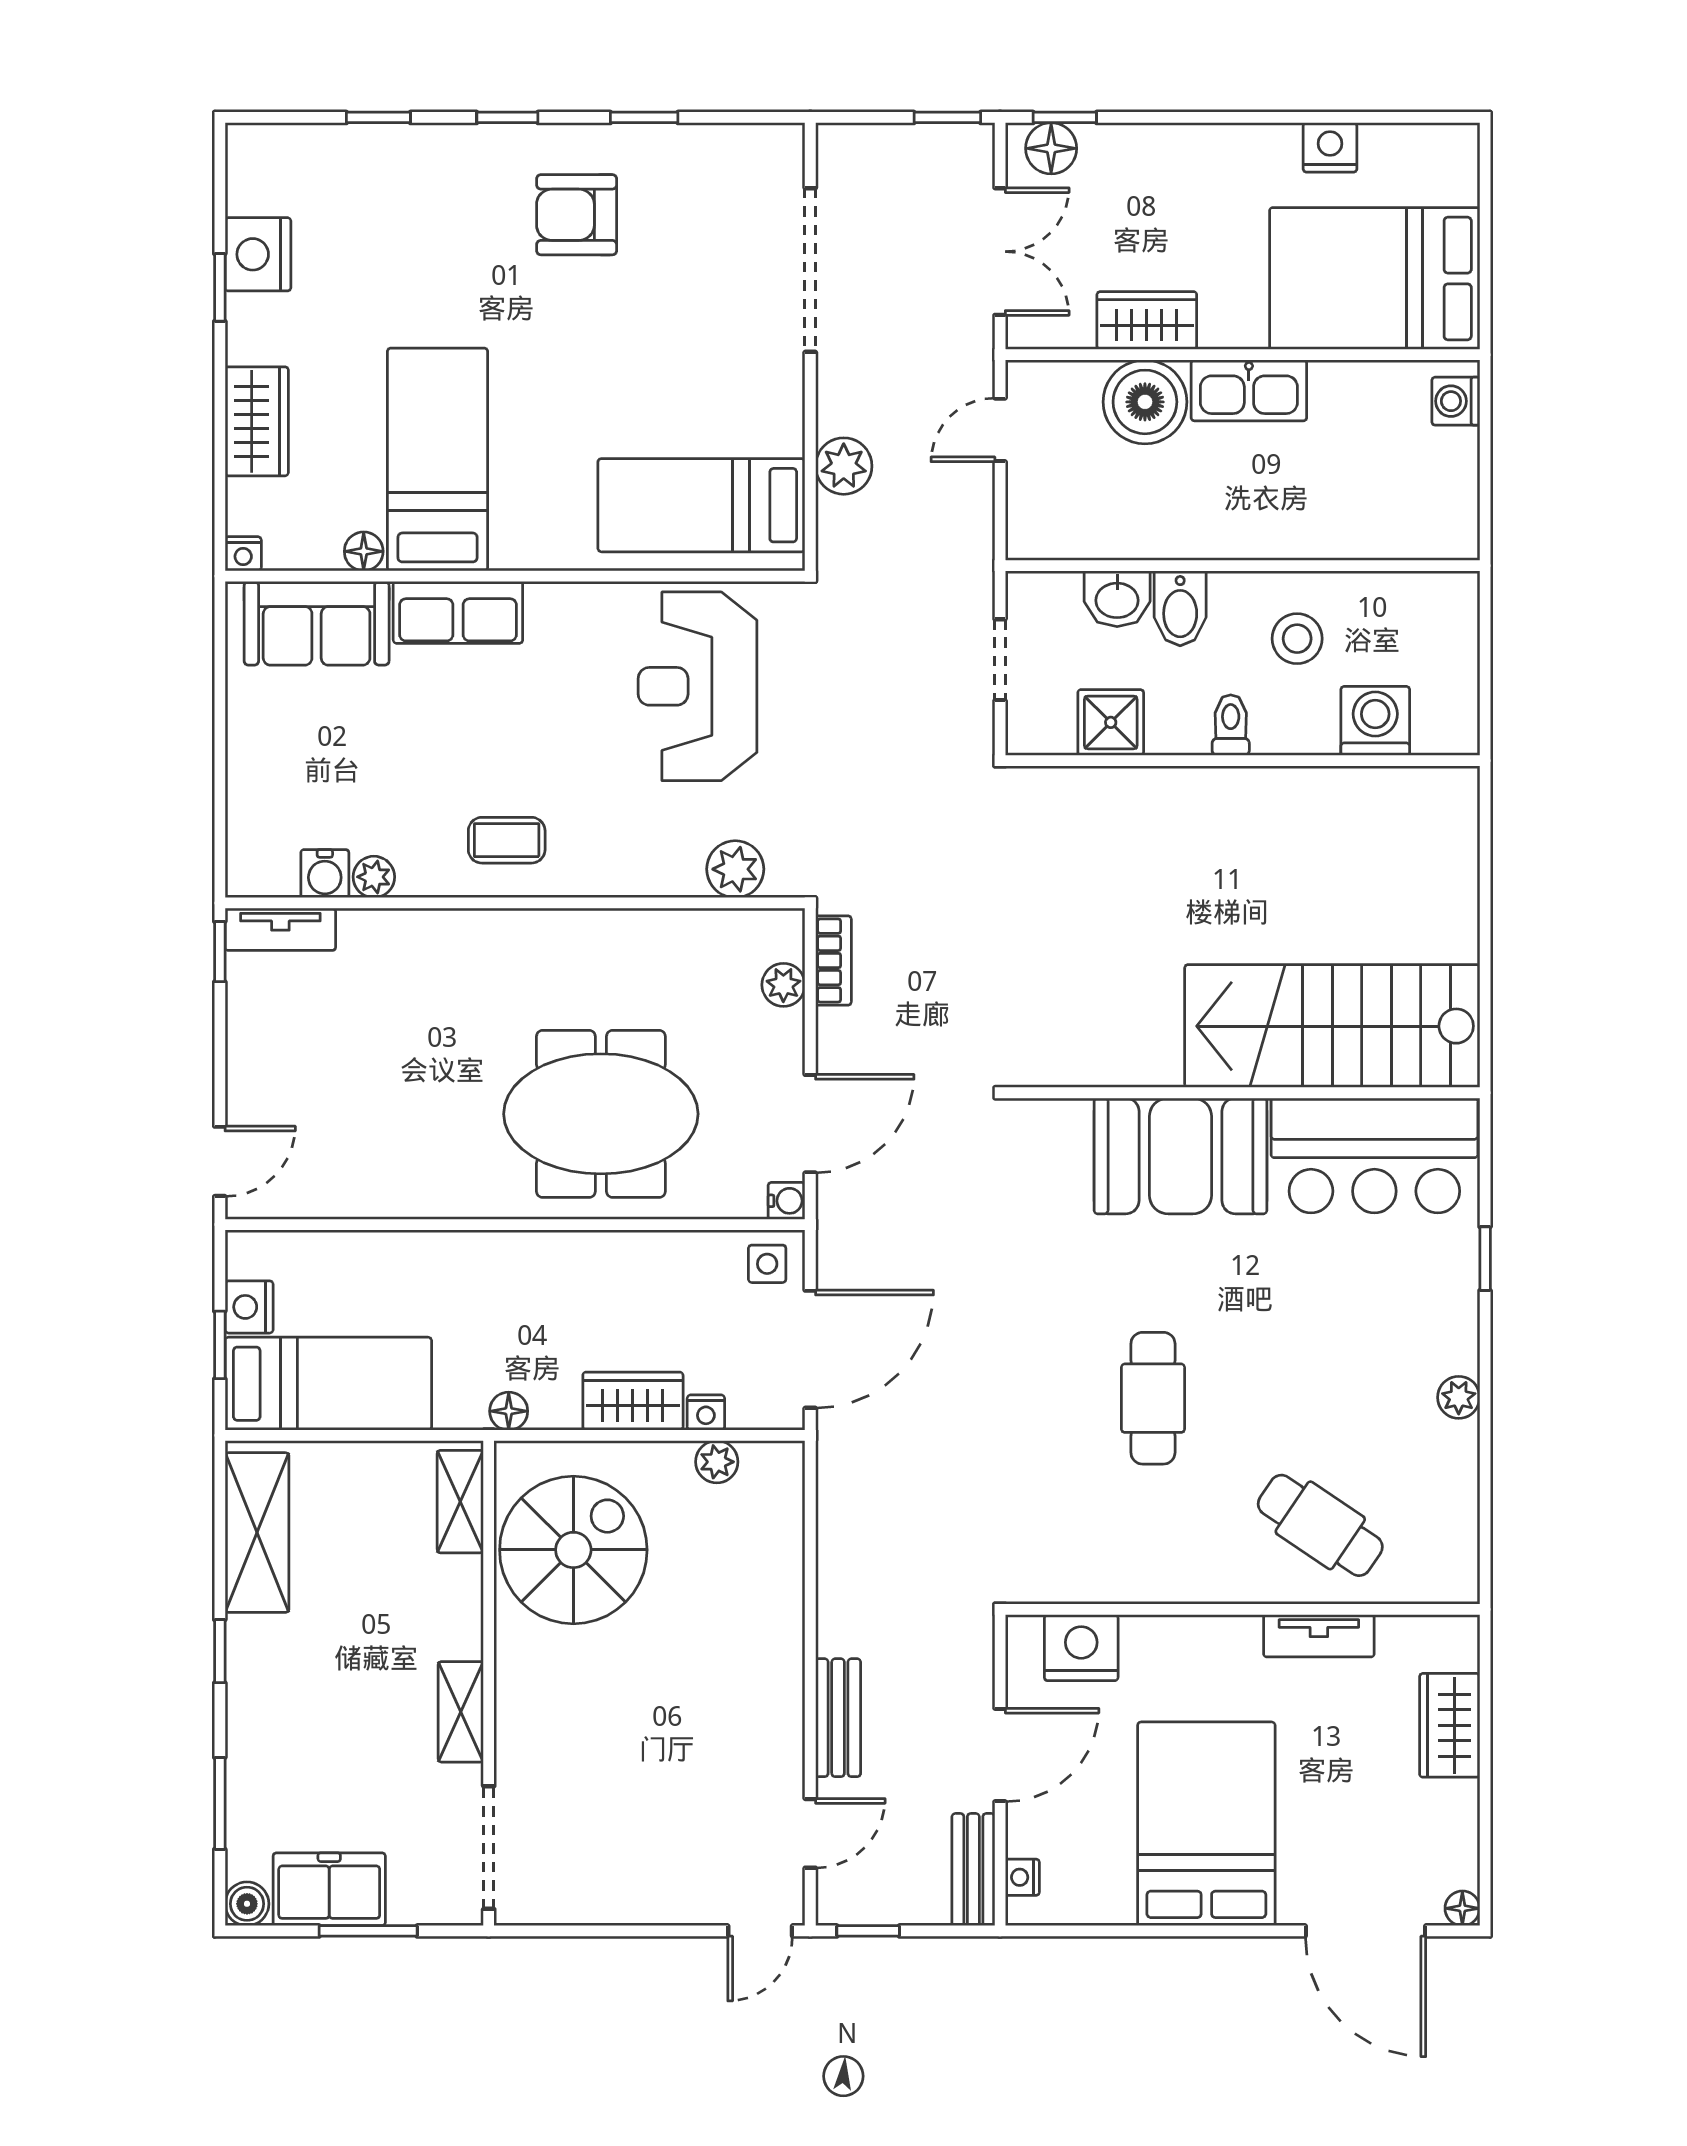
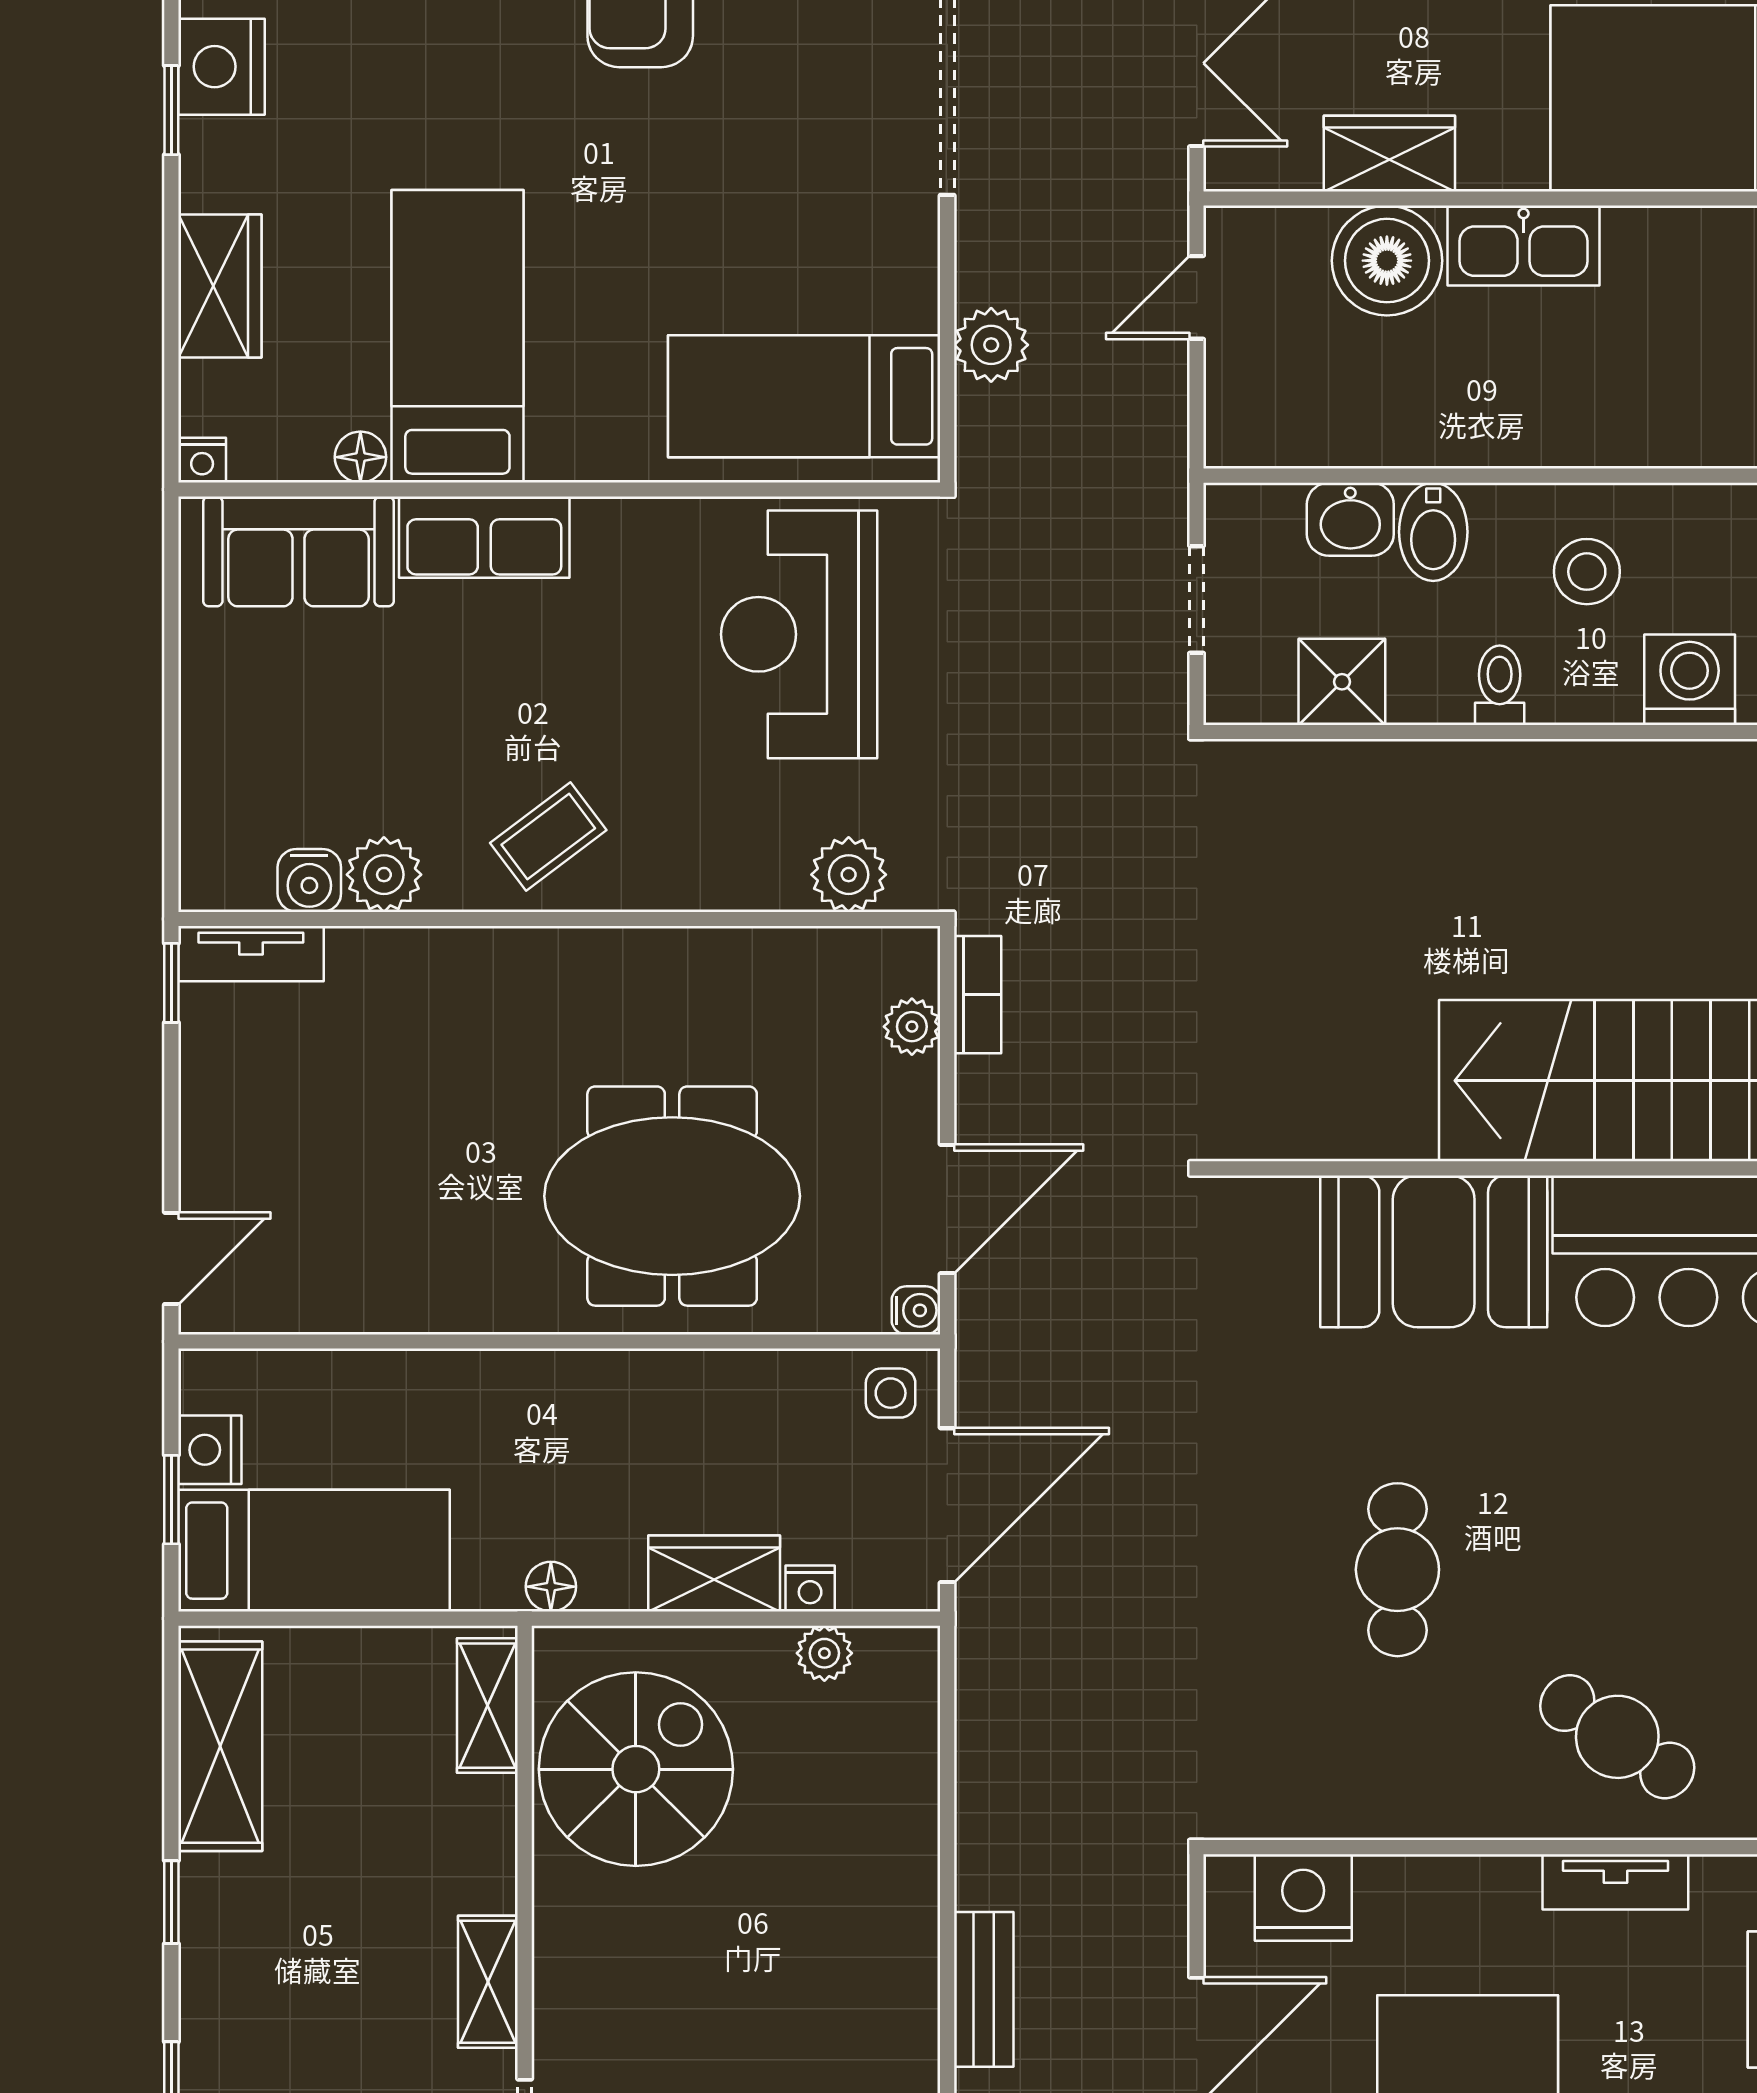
coffee table: (507, 840) -> (548, 837), turned -37
plant: (374, 877) -> (384, 875), width x1.38, depth x1.38

